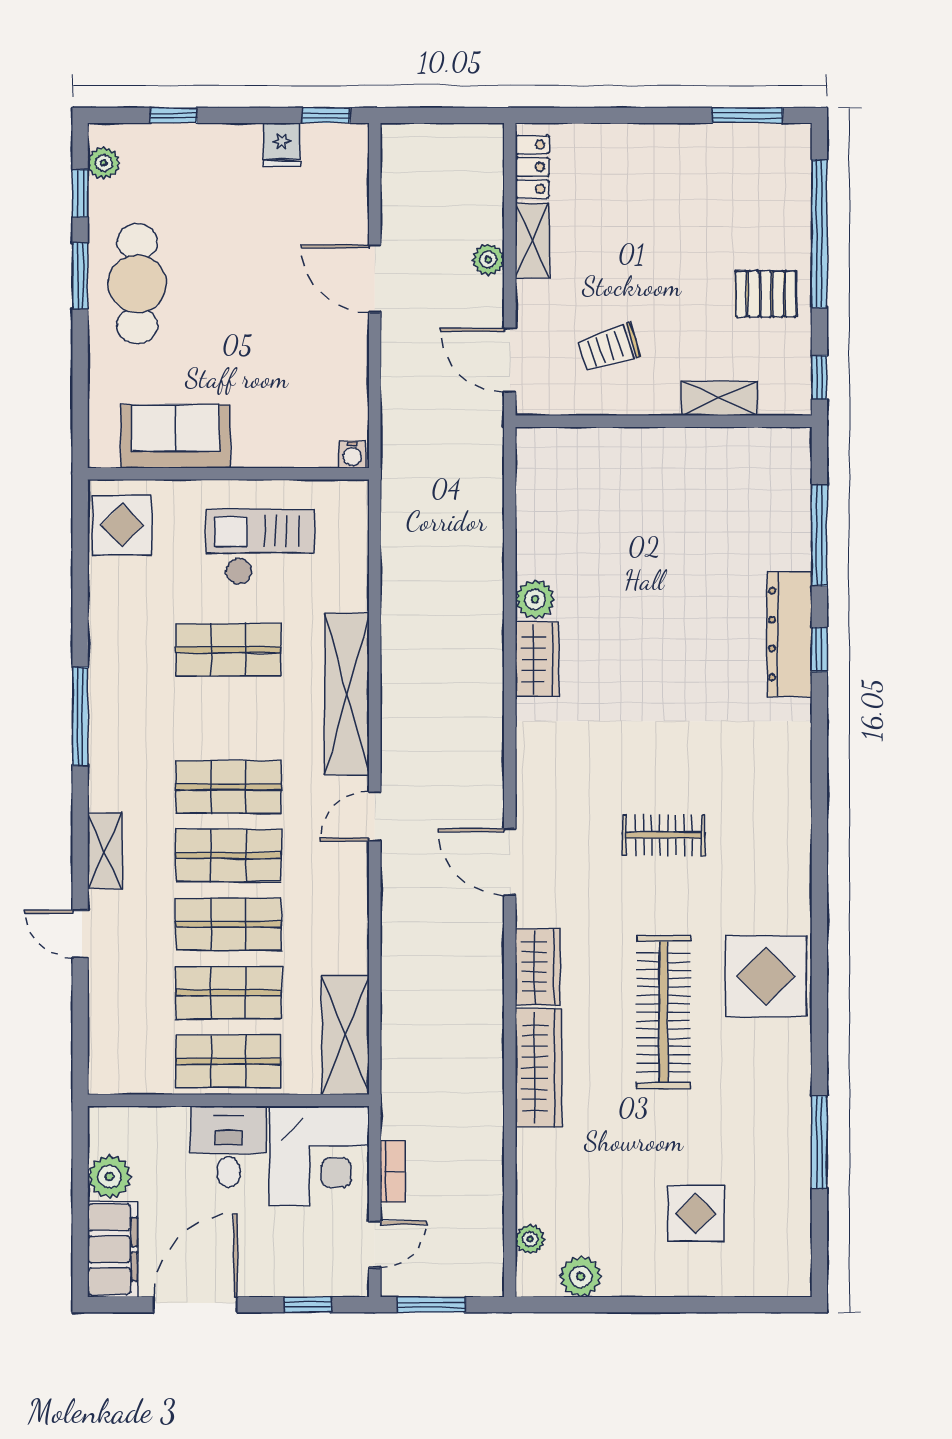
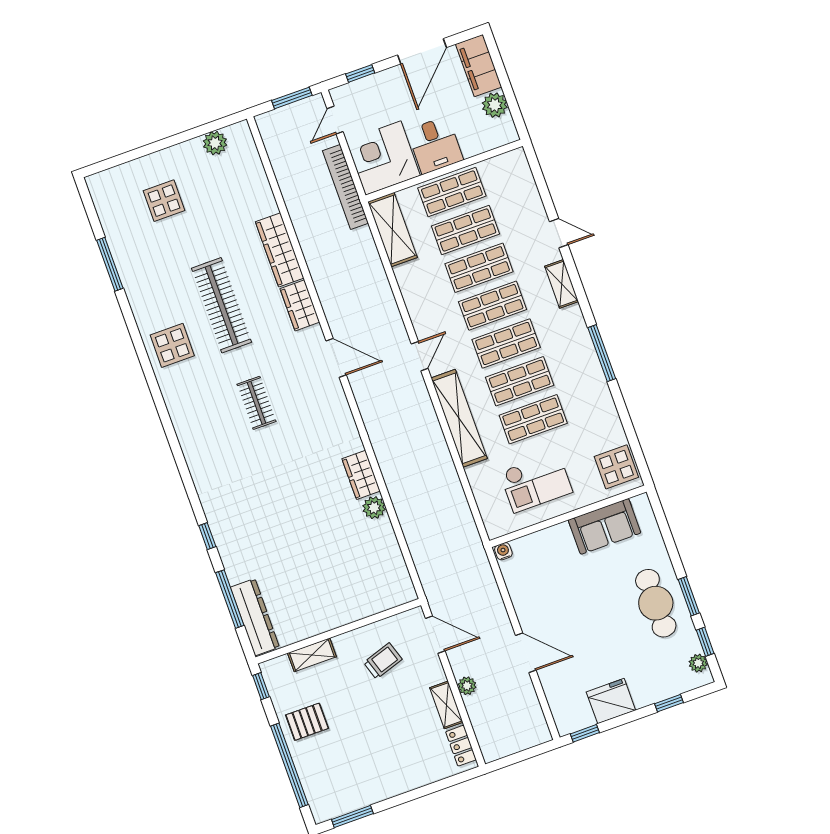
fridge: (282, 145) -> (611, 701), width x1.88, depth x1.34
dresser: (789, 634) -> (255, 617), moved
shop shelf: (228, 718) -> (520, 381), added
clothes rail: (664, 835) -> (256, 403), turned 90
display table: (766, 976) -> (172, 345), width x0.73, depth x0.73
bookcase: (393, 1171) -> (345, 187), width x2.31, depth x1.31
plant: (530, 1239) -> (250, 154), removed

